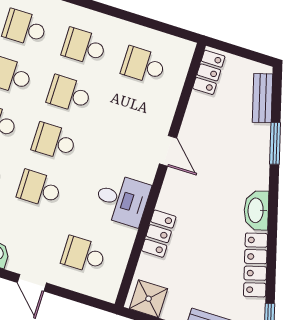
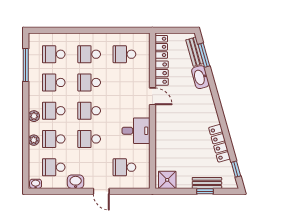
window: (275, 143) -> (204, 55), moved
washbasin: (256, 210) -> (200, 77), moved
locker: (159, 234) -> (162, 73), moved

